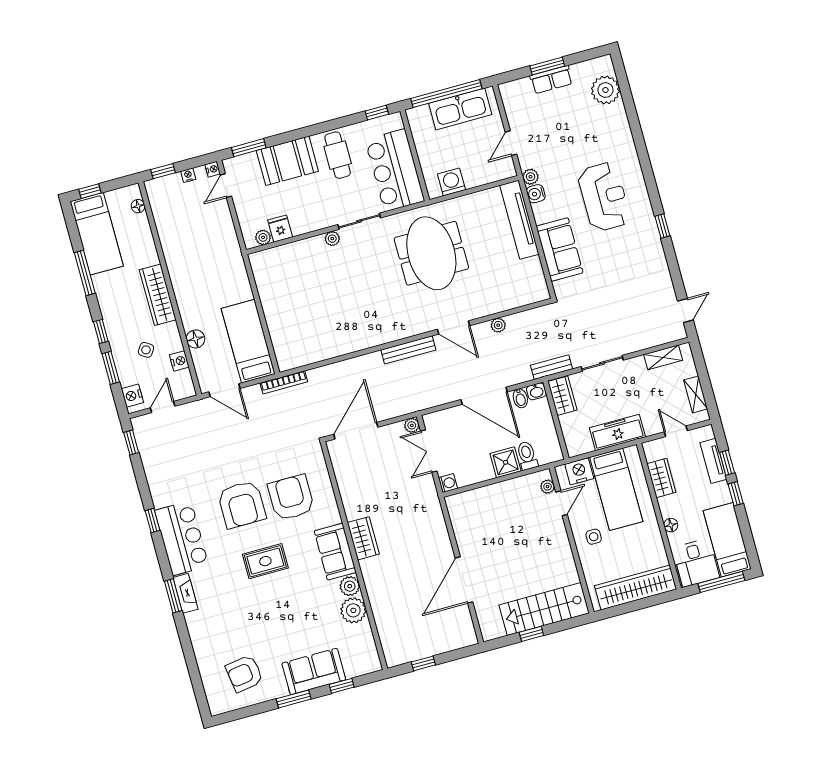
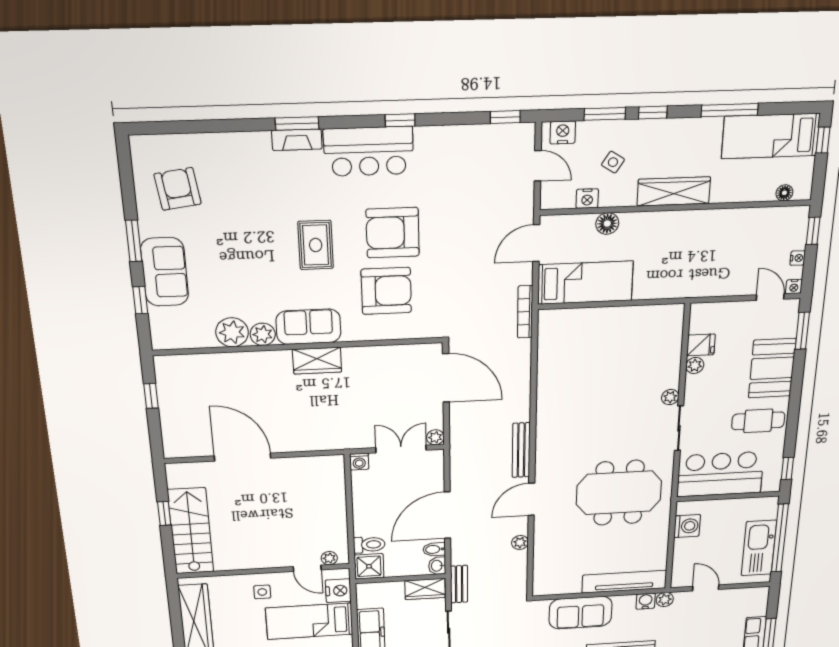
plant: (263, 237) -> (695, 365), moved
shower: (506, 462) -> (369, 566), moved

